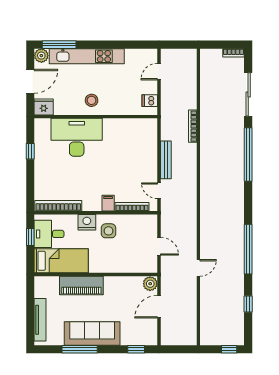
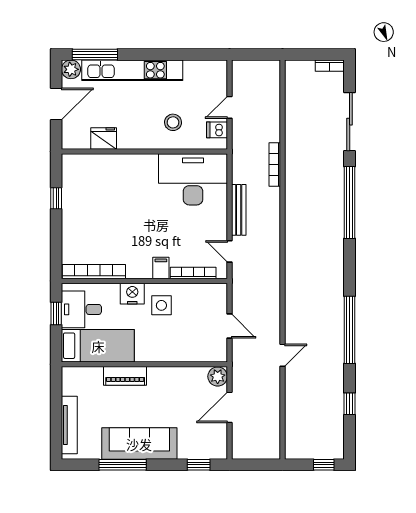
door: (159, 72) -> (229, 107), moved
stool: (92, 100) -> (173, 122), moved
fridge: (44, 107) -> (104, 138), moved
desk: (77, 137) -> (193, 179), moved
piano: (81, 286) -> (125, 376), width x0.73, depth x0.75

